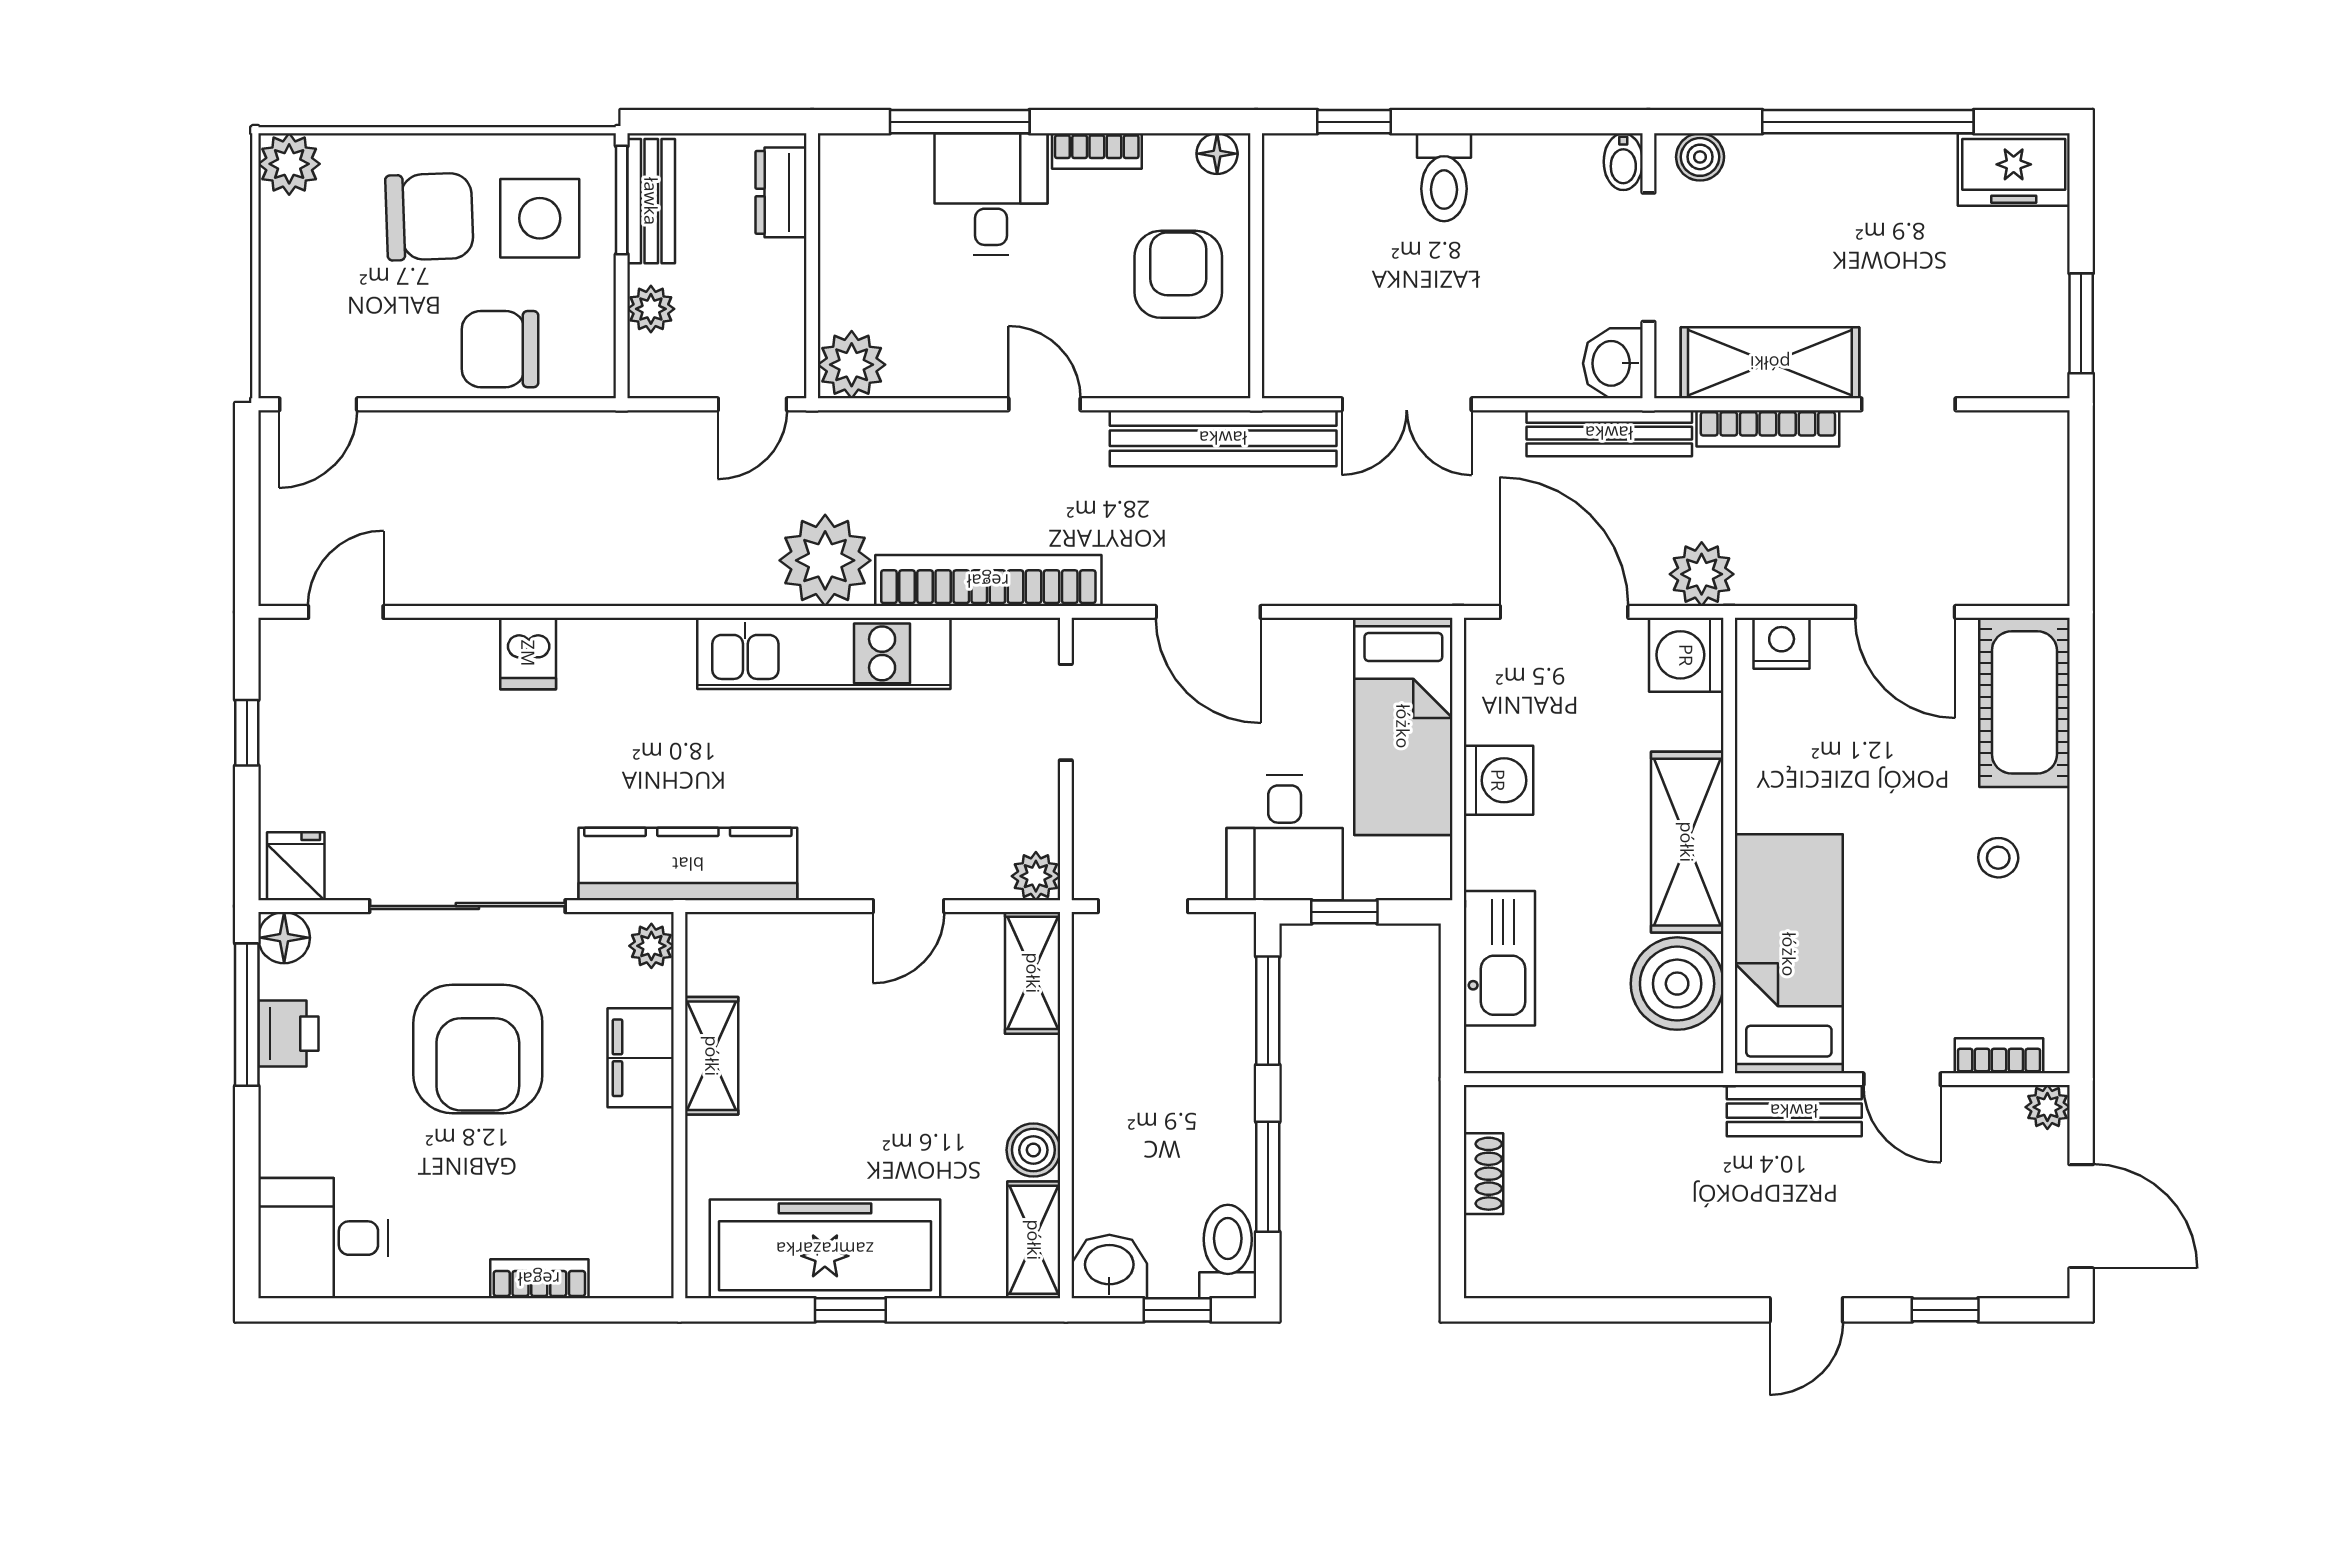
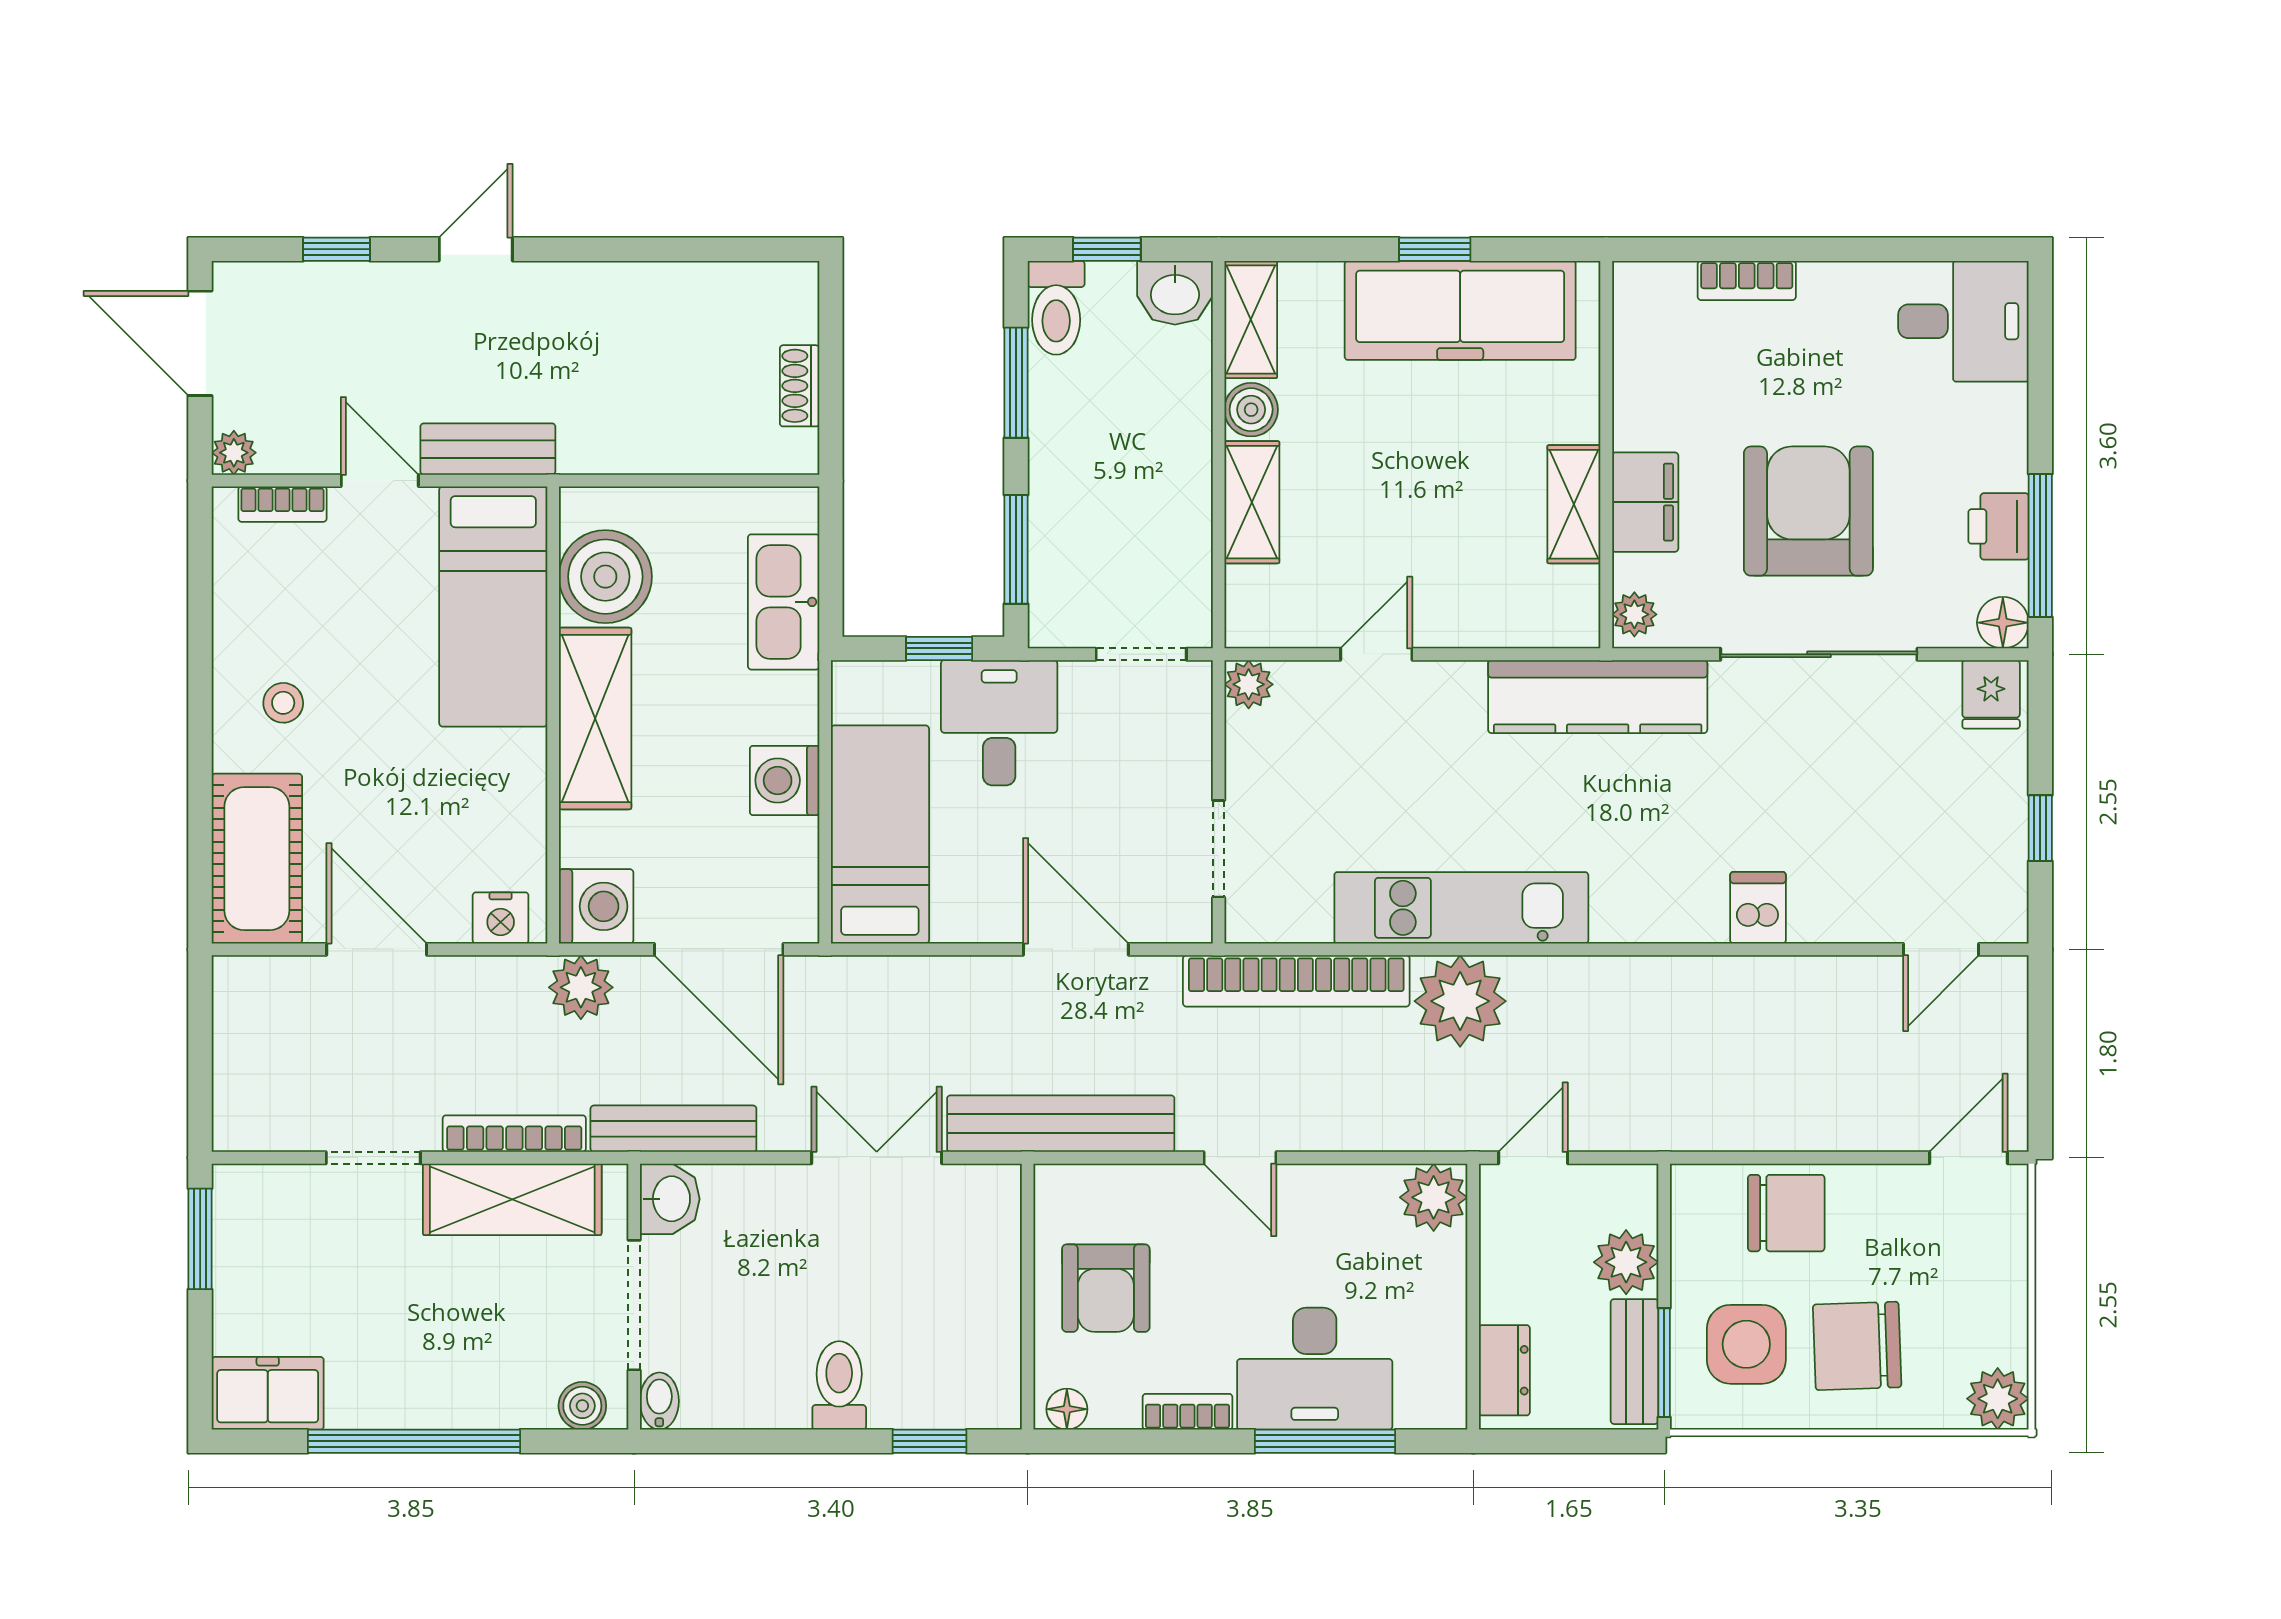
desk: (991, 194) -> (1315, 1369), width x1.37
plant: (651, 309) -> (1626, 1262), width x1.38, depth x1.38
shelving: (1033, 973) -> (1252, 502), moved

